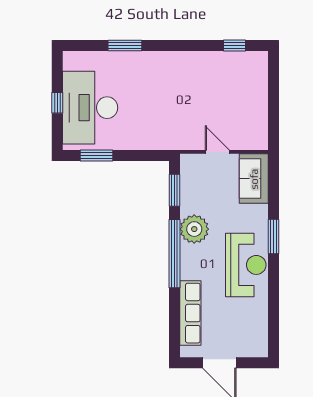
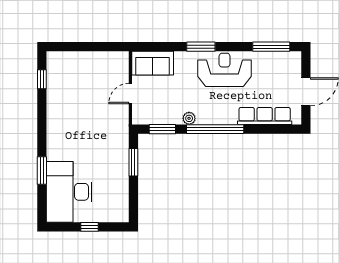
desk: (90, 108) -> (69, 192), moved, turned 90
window: (96, 155) -> (133, 162), moved
plant: (194, 229) -> (189, 118), width x0.53, depth x0.53
window: (274, 321) -> (271, 47), added

